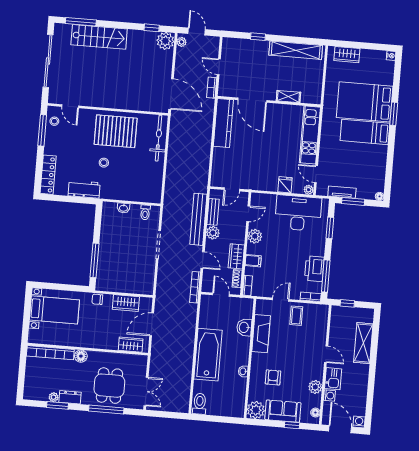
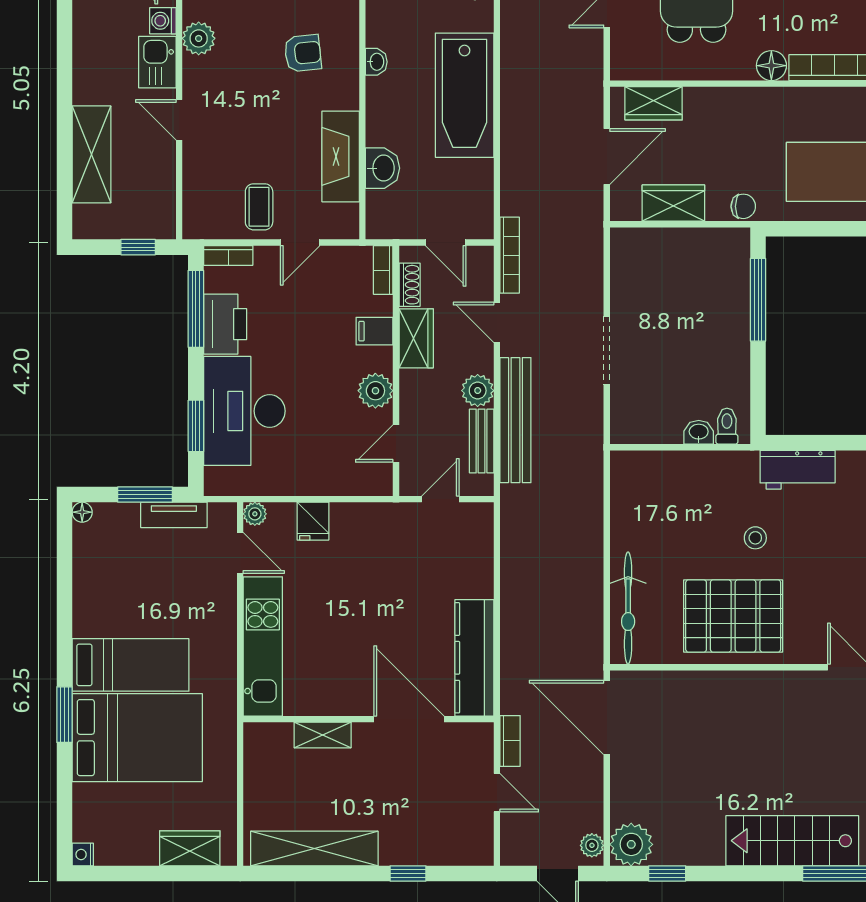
toilet: (145, 212) -> (727, 426), moved
desk: (298, 213) -> (244, 411), moved, turned 90
armchair: (273, 377) -> (303, 53), turned -96

